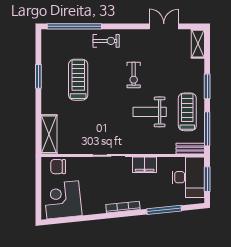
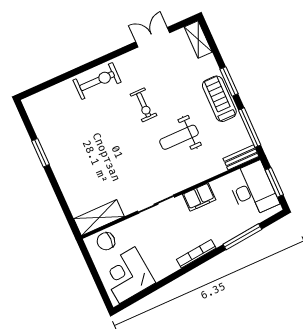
window: (74, 26) -> (55, 81), removed
exercise bike: (106, 41) -> (97, 81), width x1.38, depth x1.39
treadmill: (78, 80) -> (85, 137), removed
treadmill: (187, 112) -> (219, 99), moved
shelving: (49, 134) -> (99, 218), moved, turned 90

